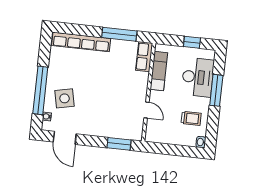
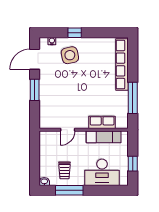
row of seats: (144, 57) -> (102, 122), moved
window: (40, 90) -> (75, 33), width x0.32
window: (216, 90) -> (69, 190), moved
window: (119, 144) -> (35, 90), moved

